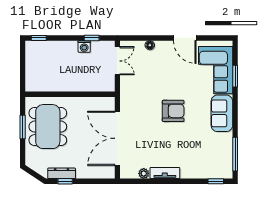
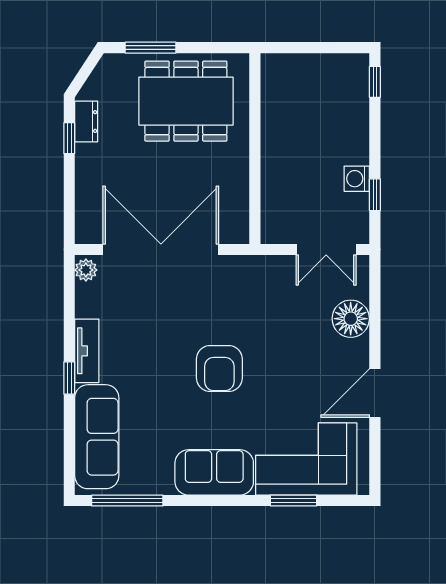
floor lamp: (150, 45) -> (351, 319), width x1.89, depth x1.89
window: (23, 127) -> (151, 48), moved
sofa: (205, 168) -> (97, 437), added
dresser: (62, 173) -> (86, 122), width x0.70
plant: (144, 173) -> (86, 270), moved
window: (216, 181) -> (69, 378), moved

